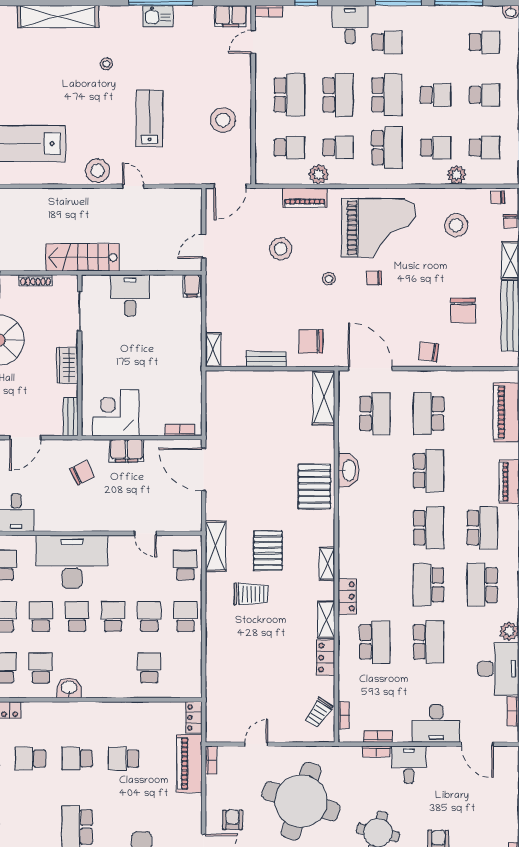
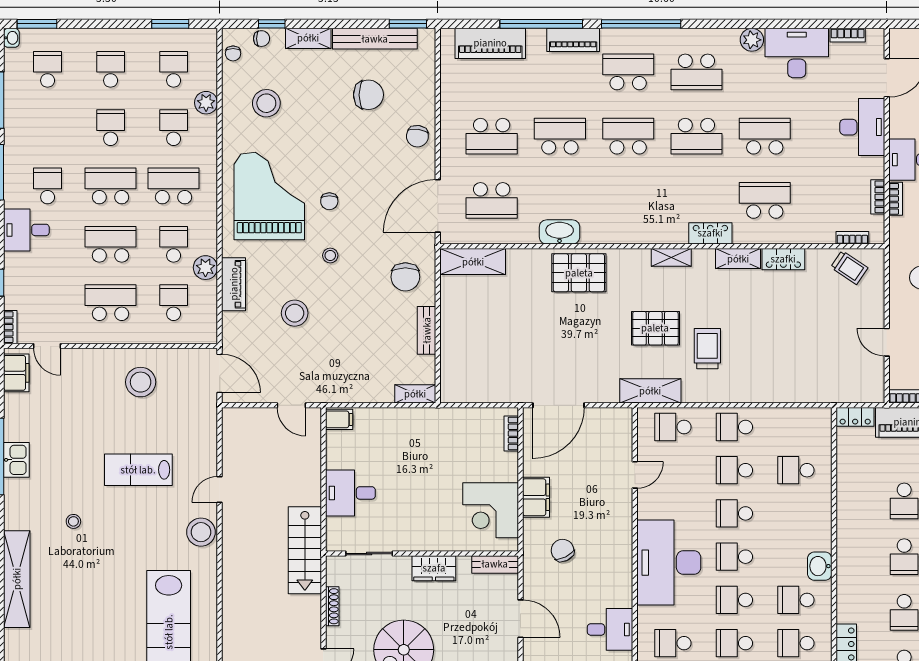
school desk: (375, 414) -> (492, 200), turned 180

